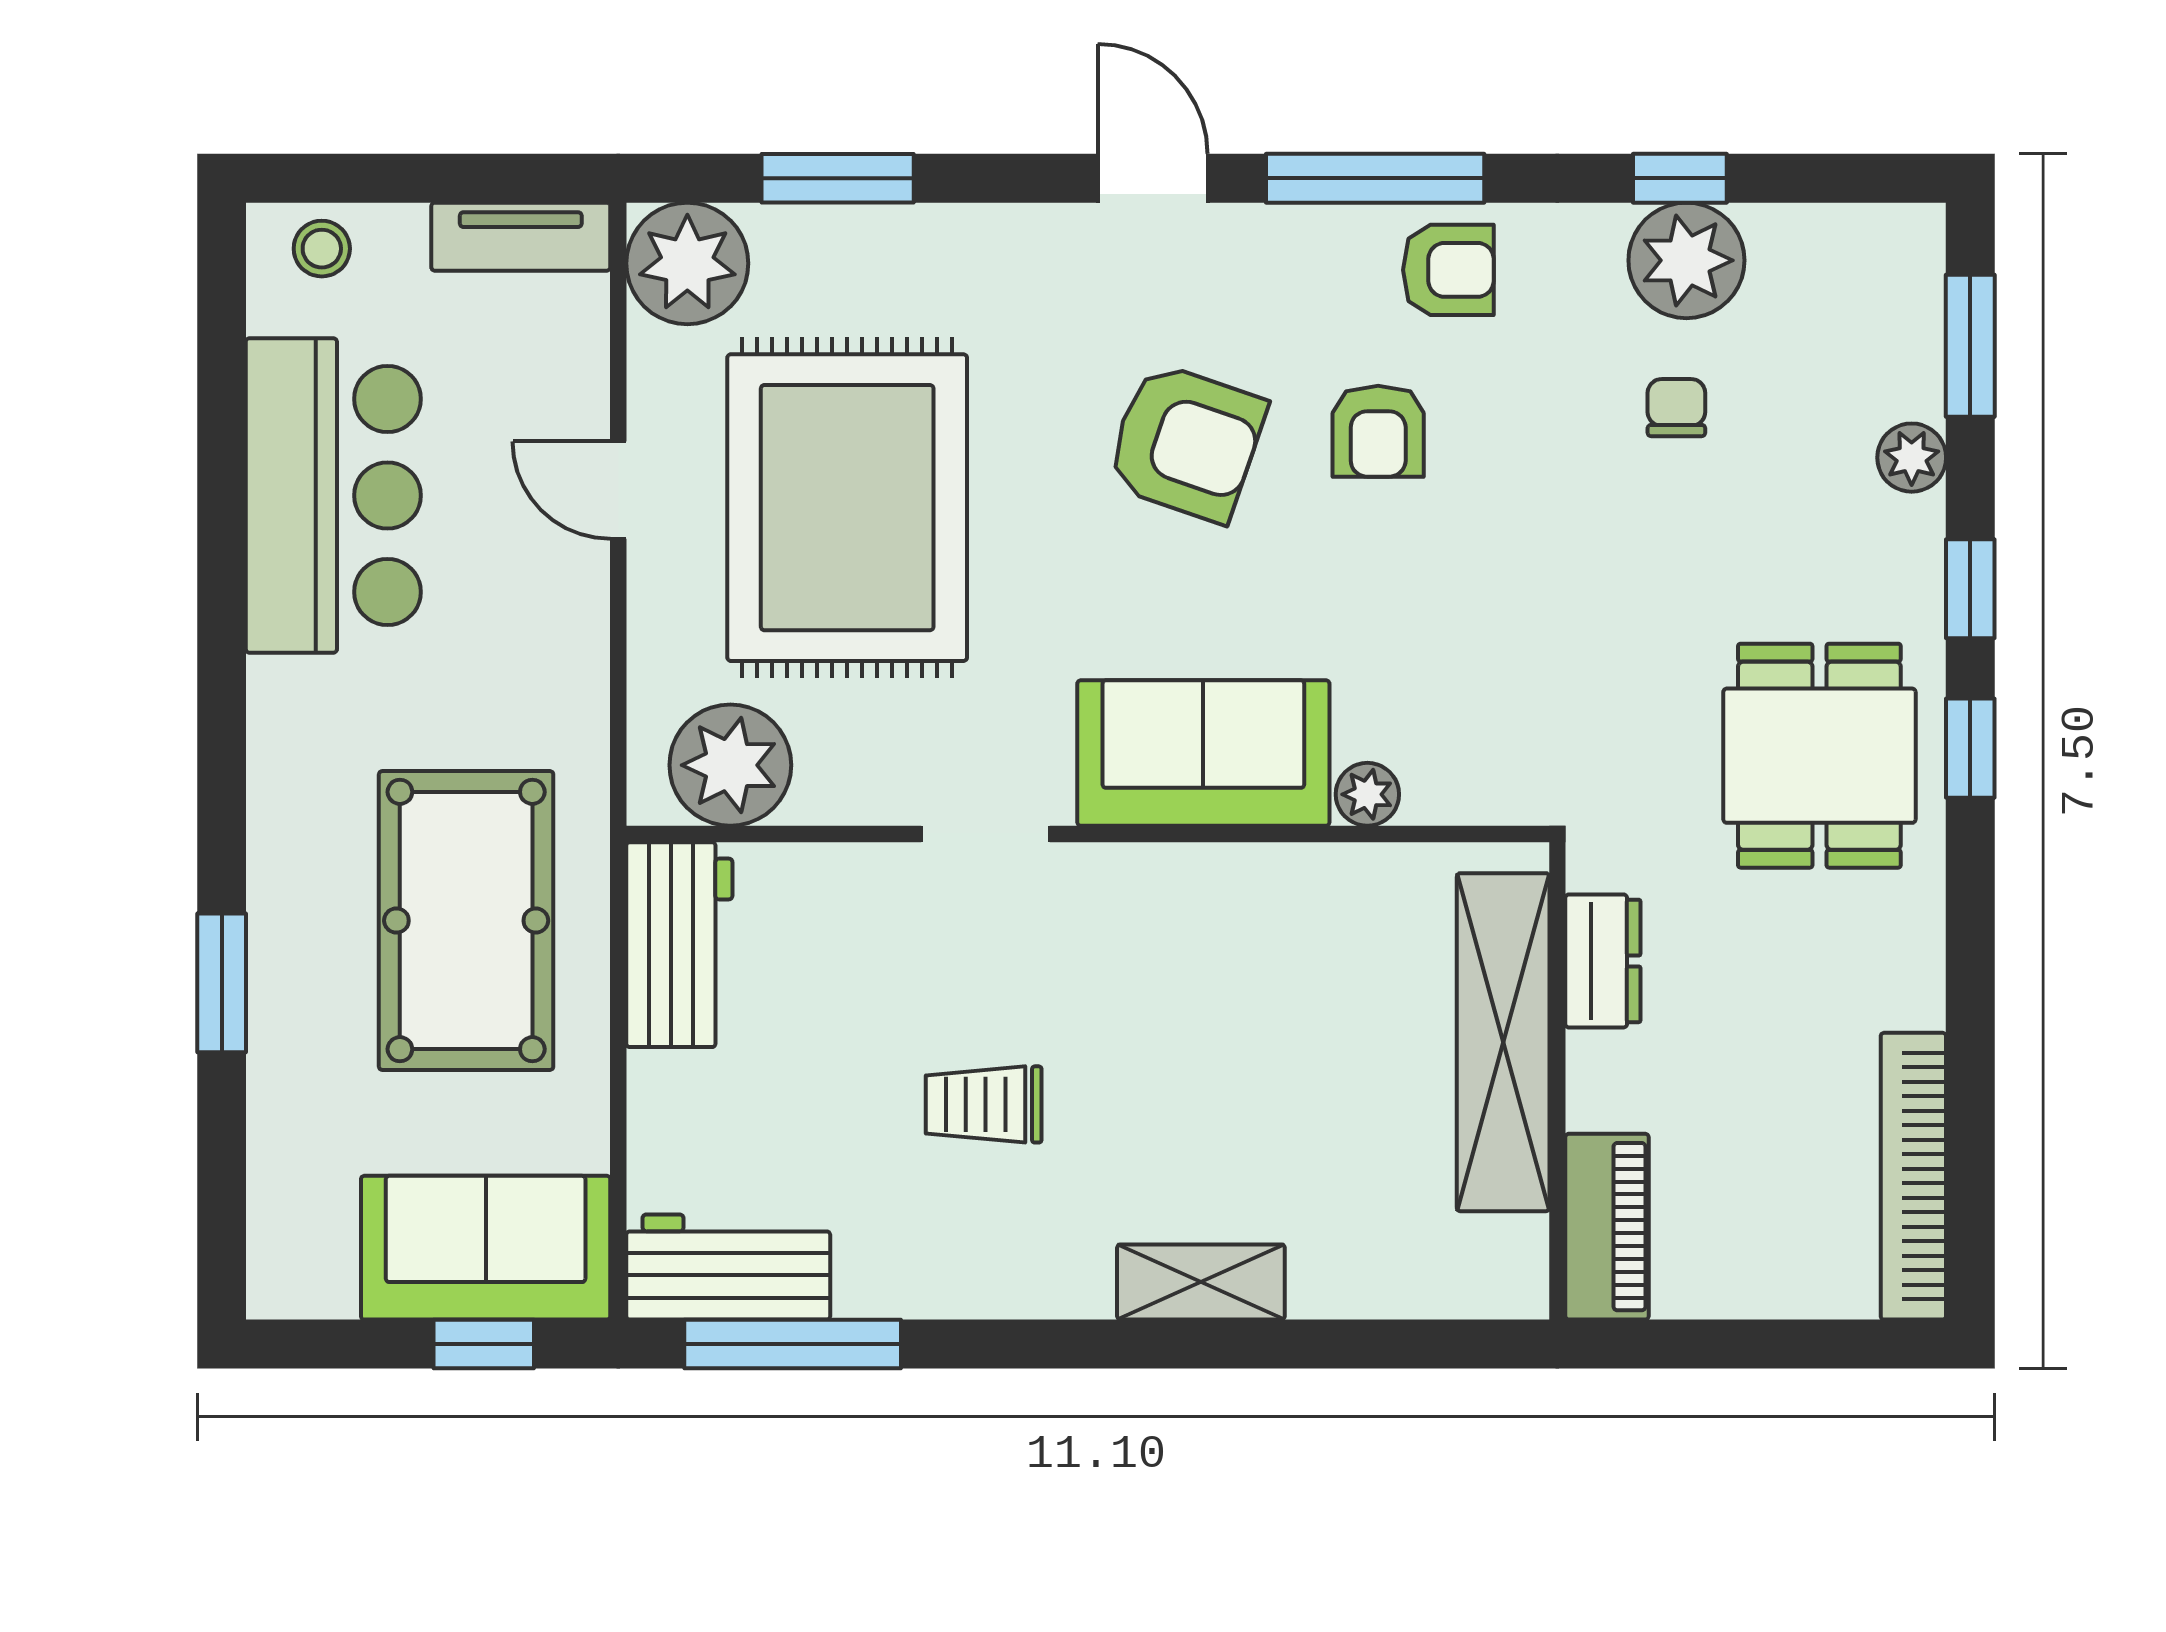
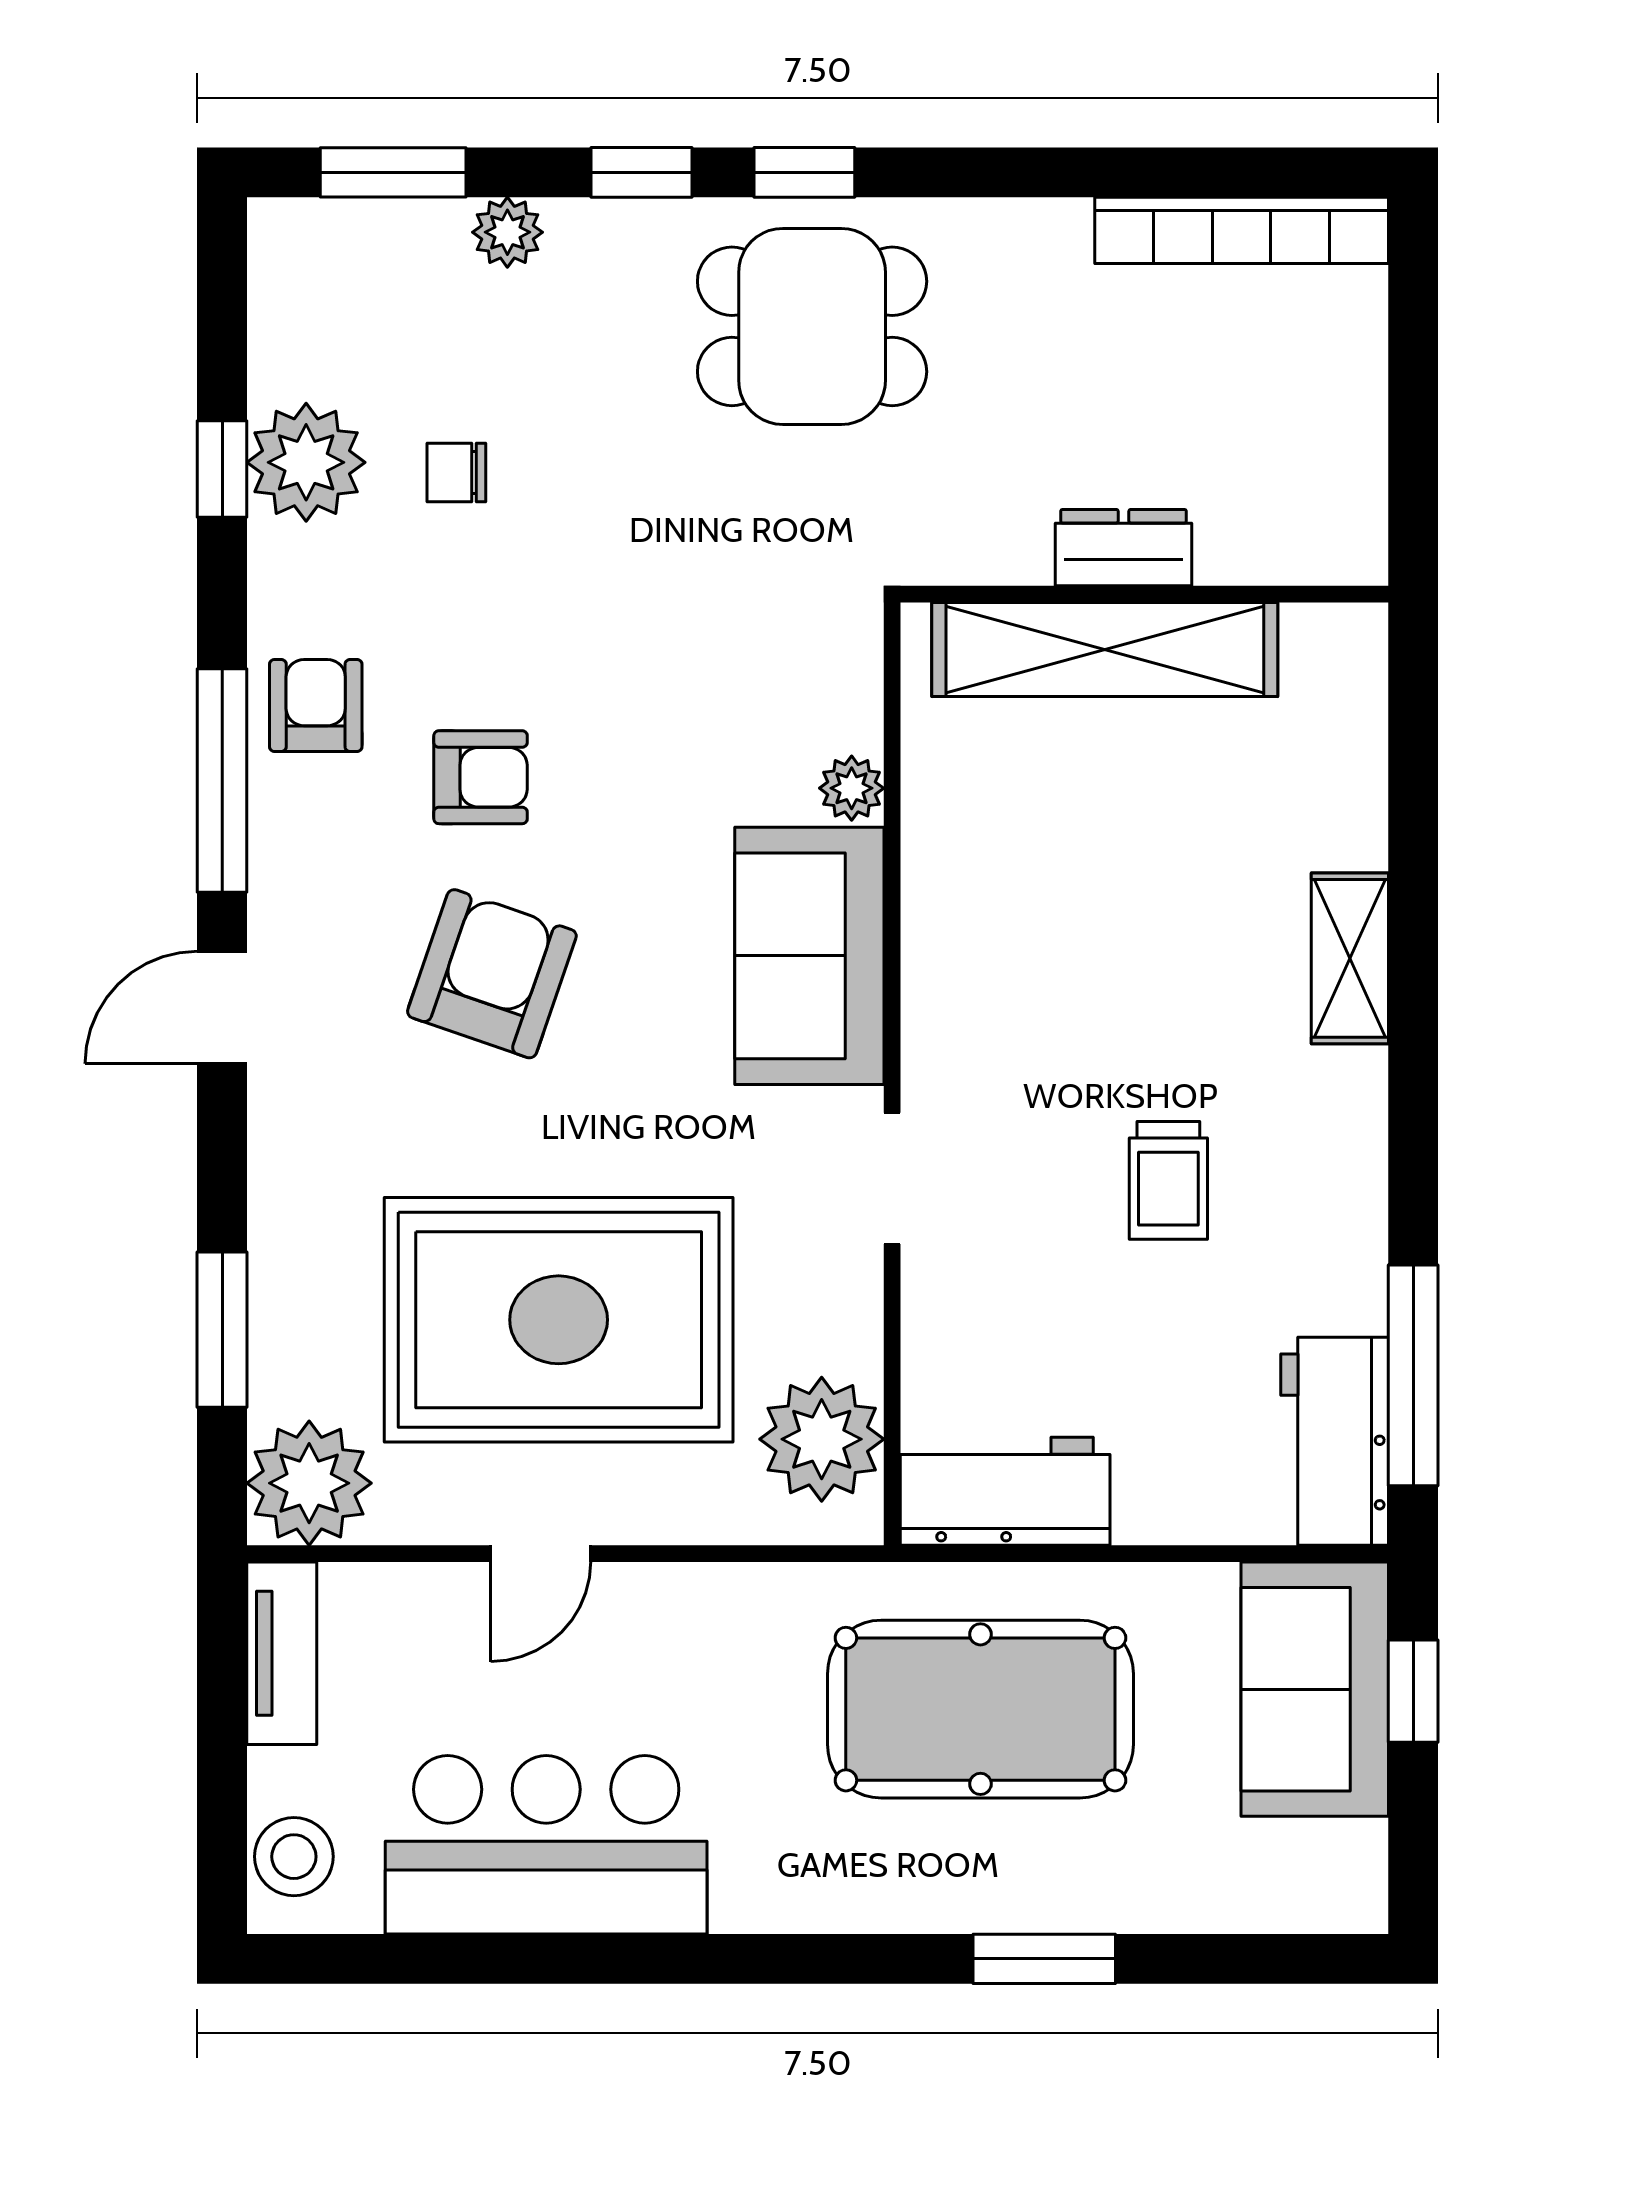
stool: (322, 249) -> (294, 1857), width x1.37, depth x1.37
dresser: (1603, 961) -> (1123, 548), moved
piano: (1607, 1227) -> (1293, 543), removed

